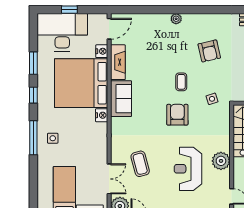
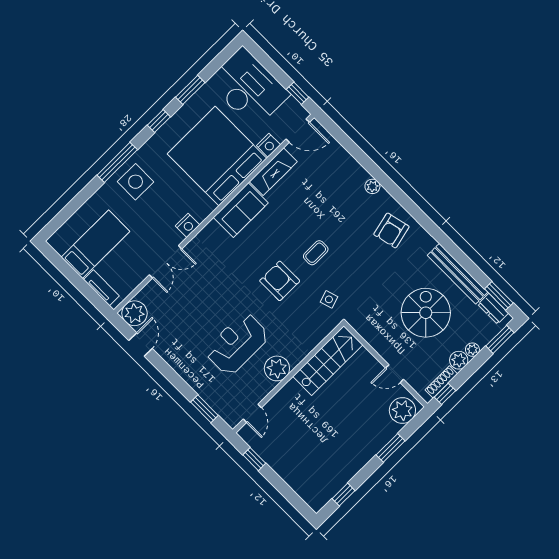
window: (69, 10) -> (298, 93), moved
armchair: (209, 51) -> (391, 230), moved
nightstand: (102, 115) -> (187, 225), moved
armchair: (177, 115) -> (280, 281), turned -90
side table: (53, 138) -> (136, 182), width x1.87, depth x1.87
coffee table: (140, 164) -> (196, 292), removed
double door: (109, 179) -> (166, 262), moved

